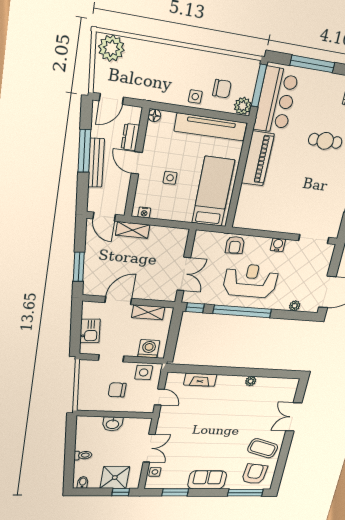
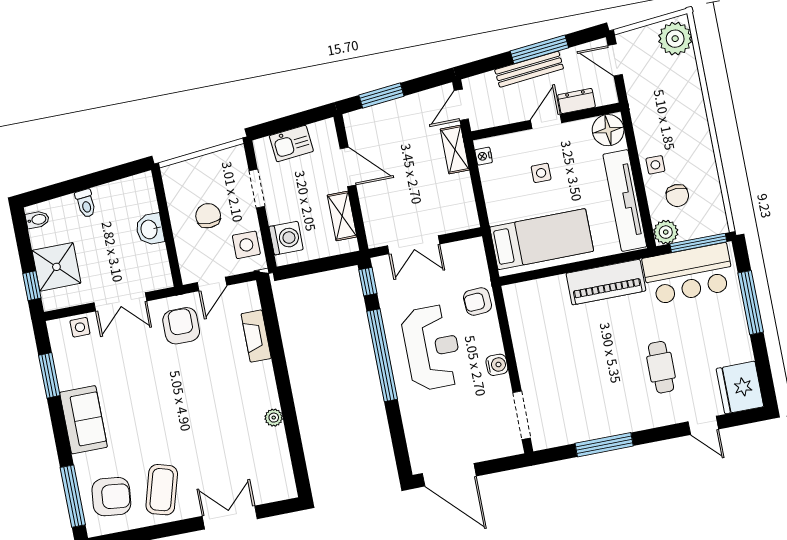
floor lamp: (154, 115) -> (608, 130), width x1.89, depth x1.89
plant: (295, 306) -> (413, 433), removed
armchair: (177, 419) -> (181, 326), added

